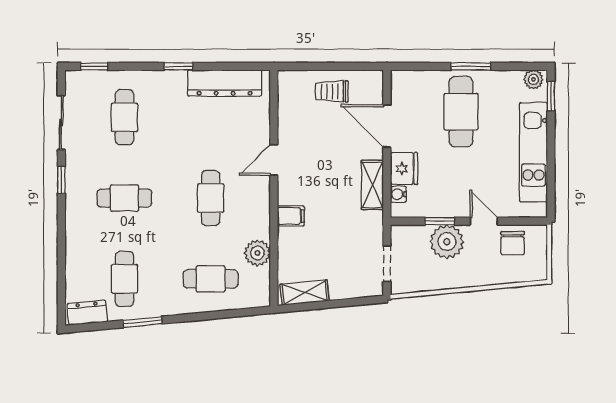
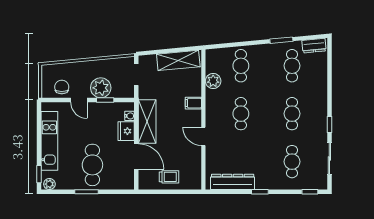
door: (274, 160) -> (203, 136), swing flipped
shelving: (372, 185) -> (147, 121), width x1.50, depth x1.33
cafe table: (124, 198) -> (292, 114), turned 90
cafe table: (211, 279) -> (241, 66), turned 90
shelving: (305, 292) -> (178, 60), width x1.50, depth x1.33

